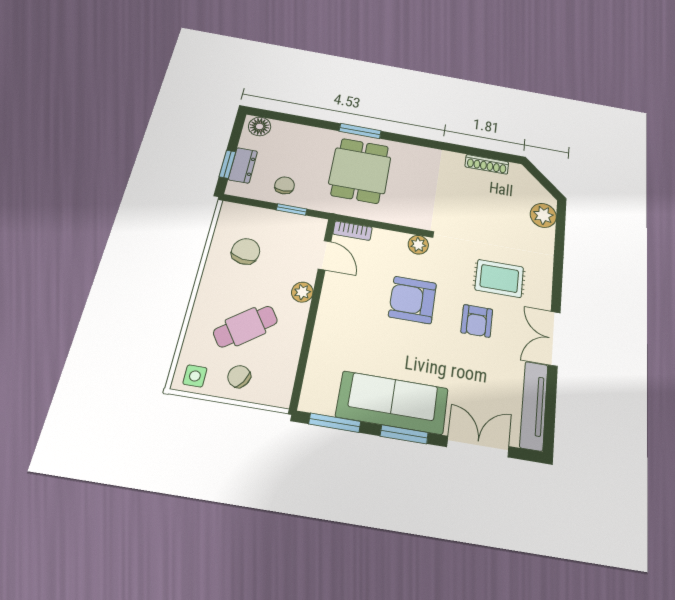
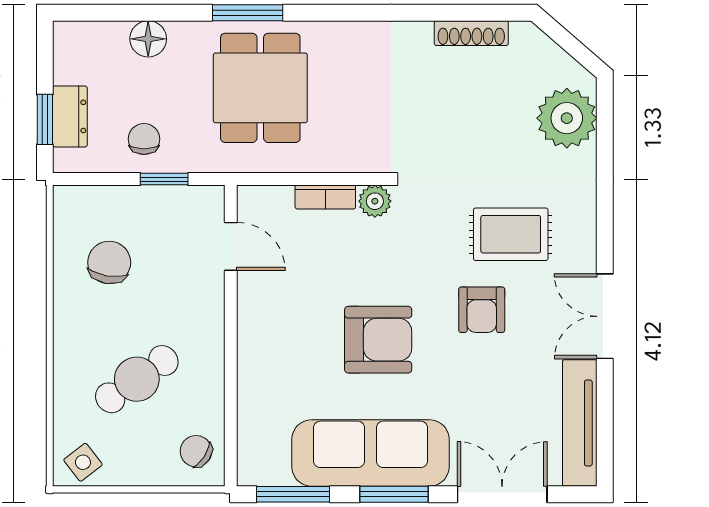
floor lamp: (260, 126) -> (148, 39), moved
plant: (543, 215) -> (567, 118), width x1.36, depth x1.36
bookcase: (353, 231) -> (325, 197), moved
plant: (302, 292) -> (209, 312), removed
armchair: (413, 300) -> (378, 340), moved, turned 180
side table: (195, 376) -> (83, 462), turned -38
chair: (239, 377) -> (196, 451), moved

